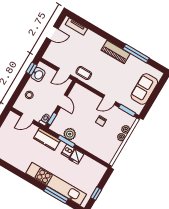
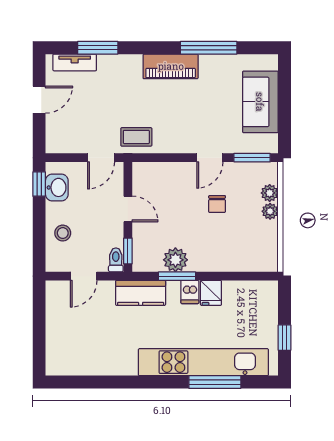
window: (90, 26) -> (98, 48), added

